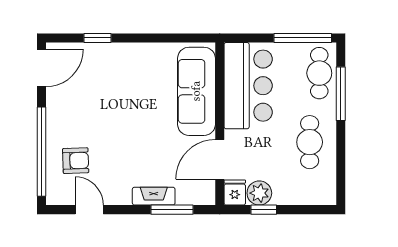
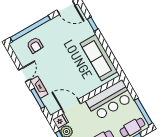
sofa: (196, 91) -> (99, 58), moved, turned -90
door: (89, 210) -> (24, 75), moved

